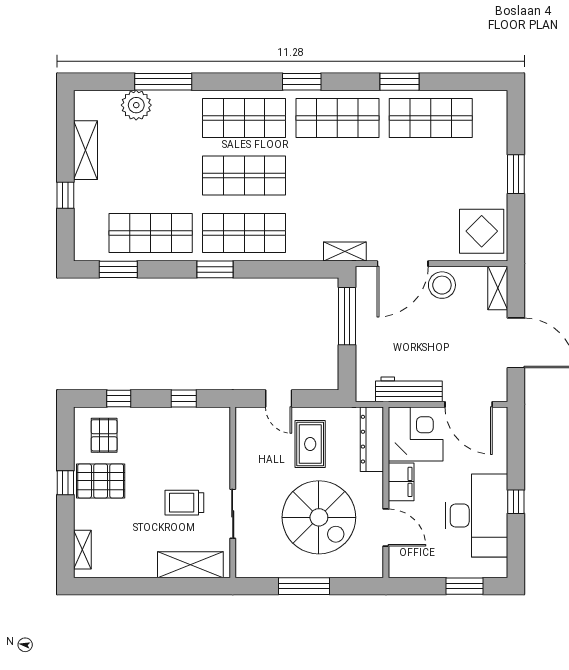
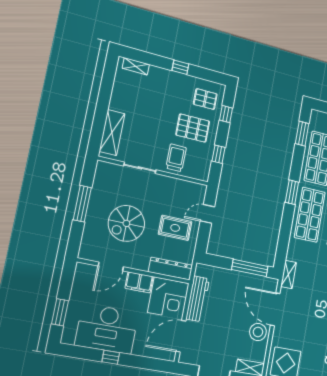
pallet: (101, 481) -> (193, 128), moved, turned 90
trolley: (184, 503) -> (176, 158), moved
spiral stairs: (319, 517) -> (126, 223), width x0.73, depth x0.73

